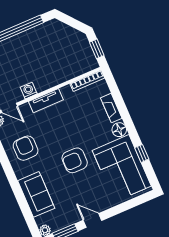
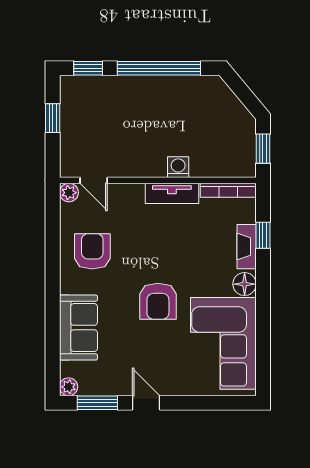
washing machine: (29, 91) -> (178, 167), moved
tv unit: (46, 101) -> (172, 193), moved
window: (142, 153) -> (263, 235), moved
armchair: (75, 160) -> (158, 301), turned -90

